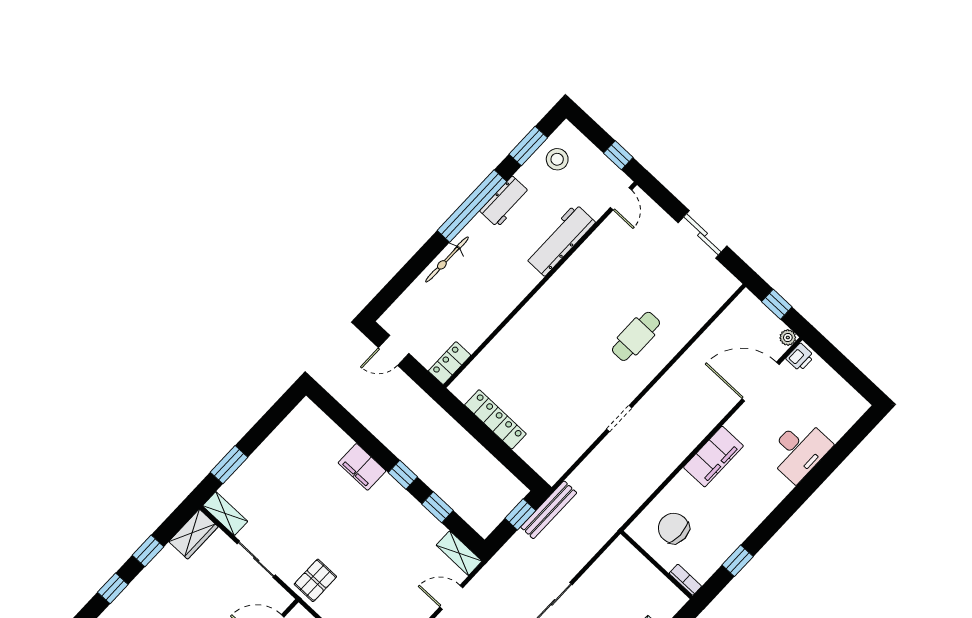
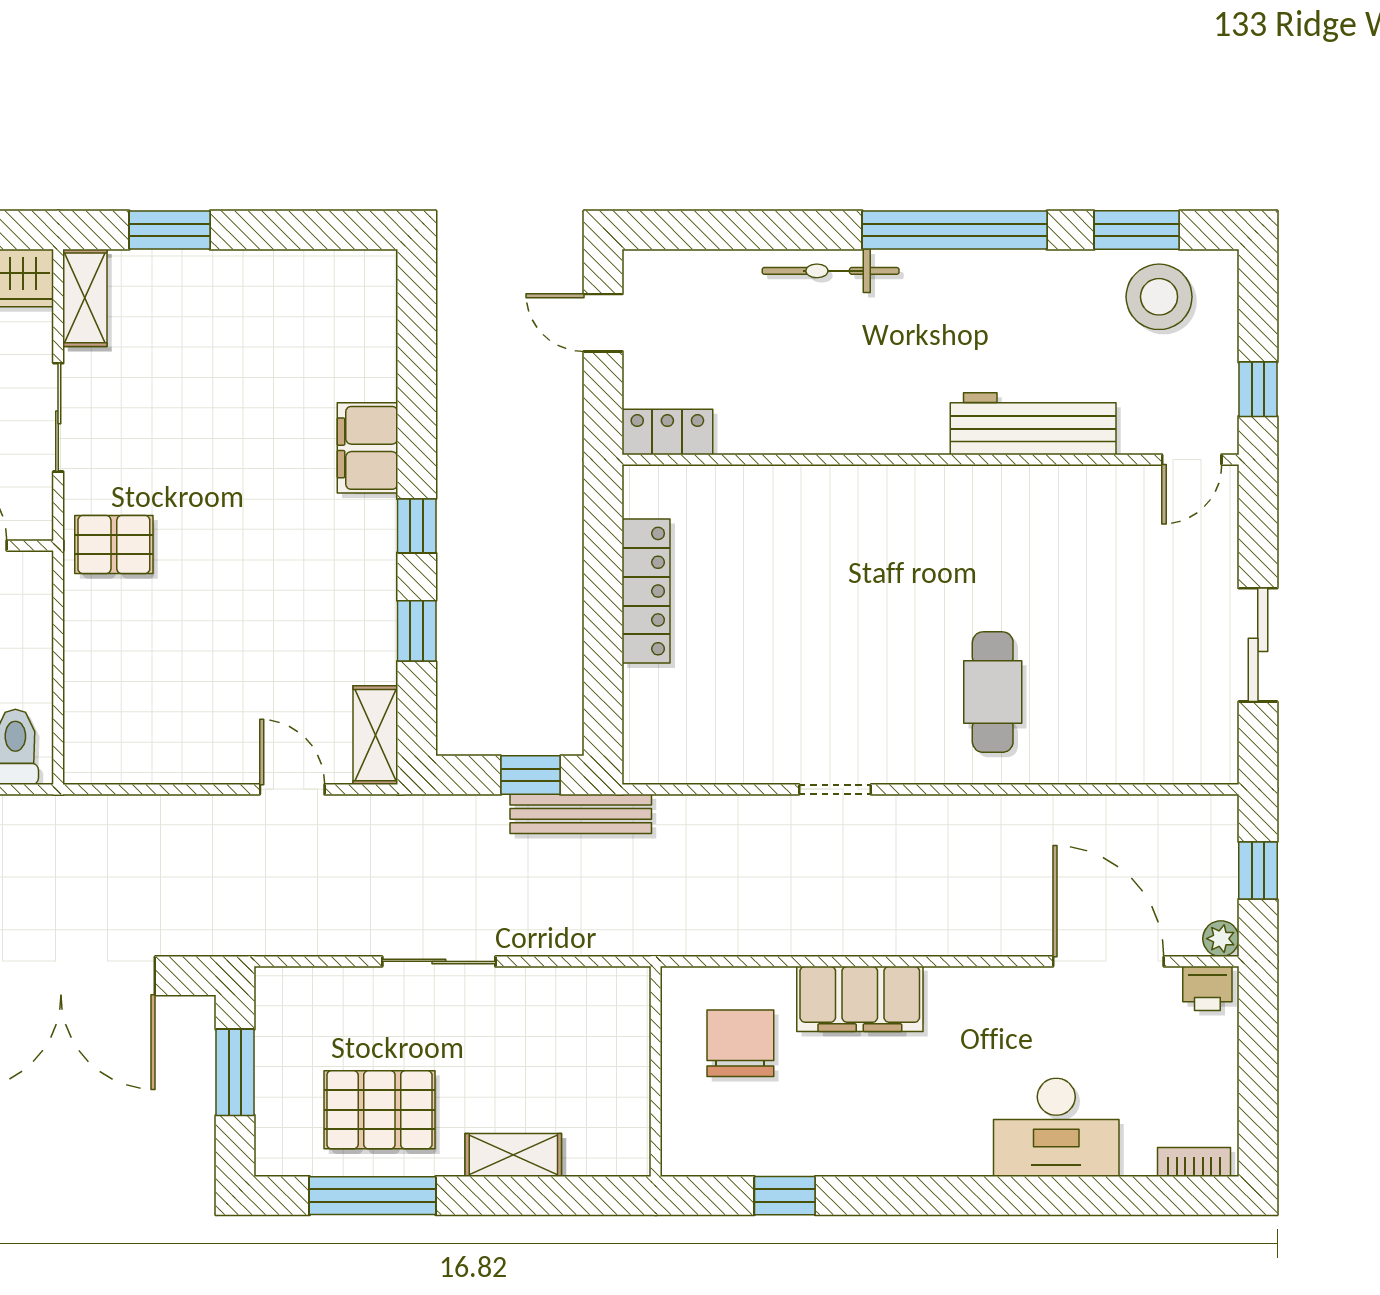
stool: (557, 159) -> (1159, 297), width x1.38, depth x1.38
workbench: (505, 202) -> (1011, 277), removed
cafe table: (636, 336) -> (993, 692), turned 90
filing cabinet: (713, 457) -> (860, 999), moved
bookcase: (685, 580) -> (1194, 1162), moved, turned -90

